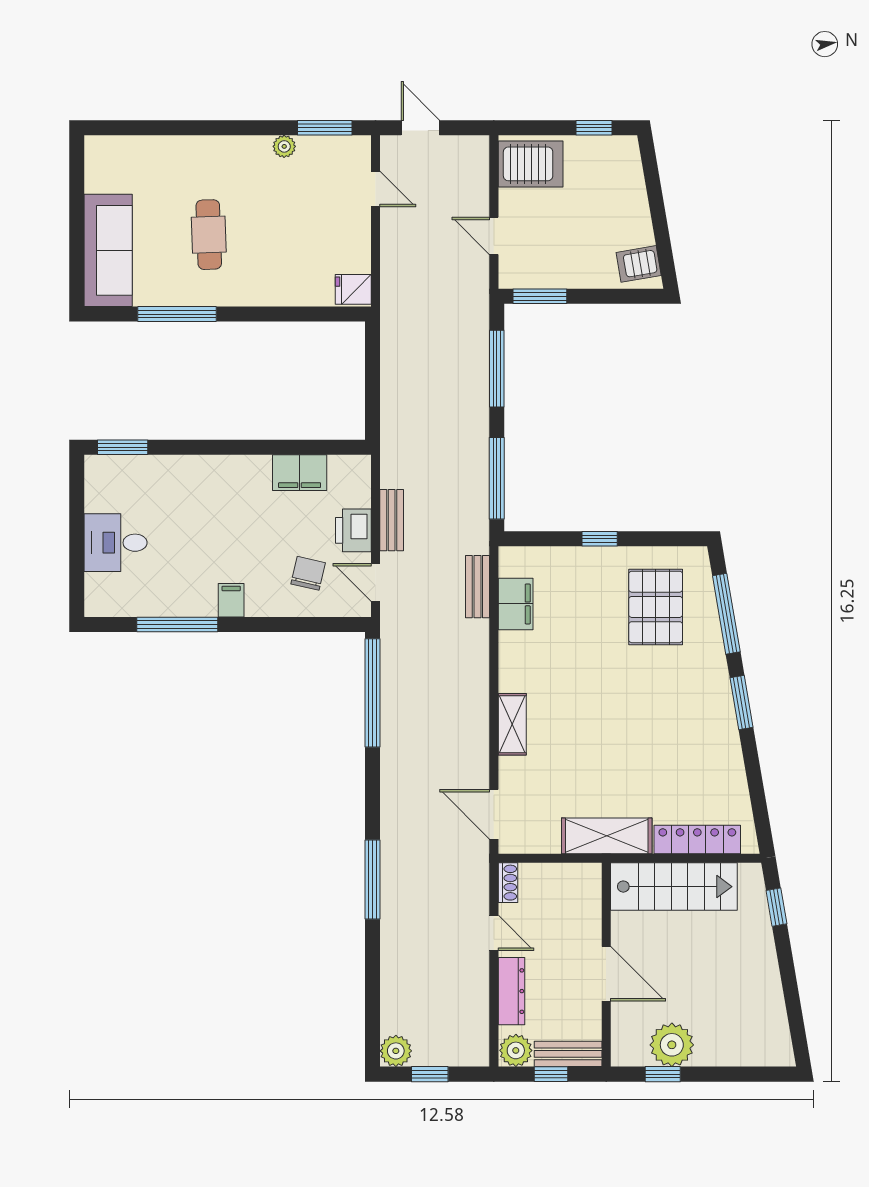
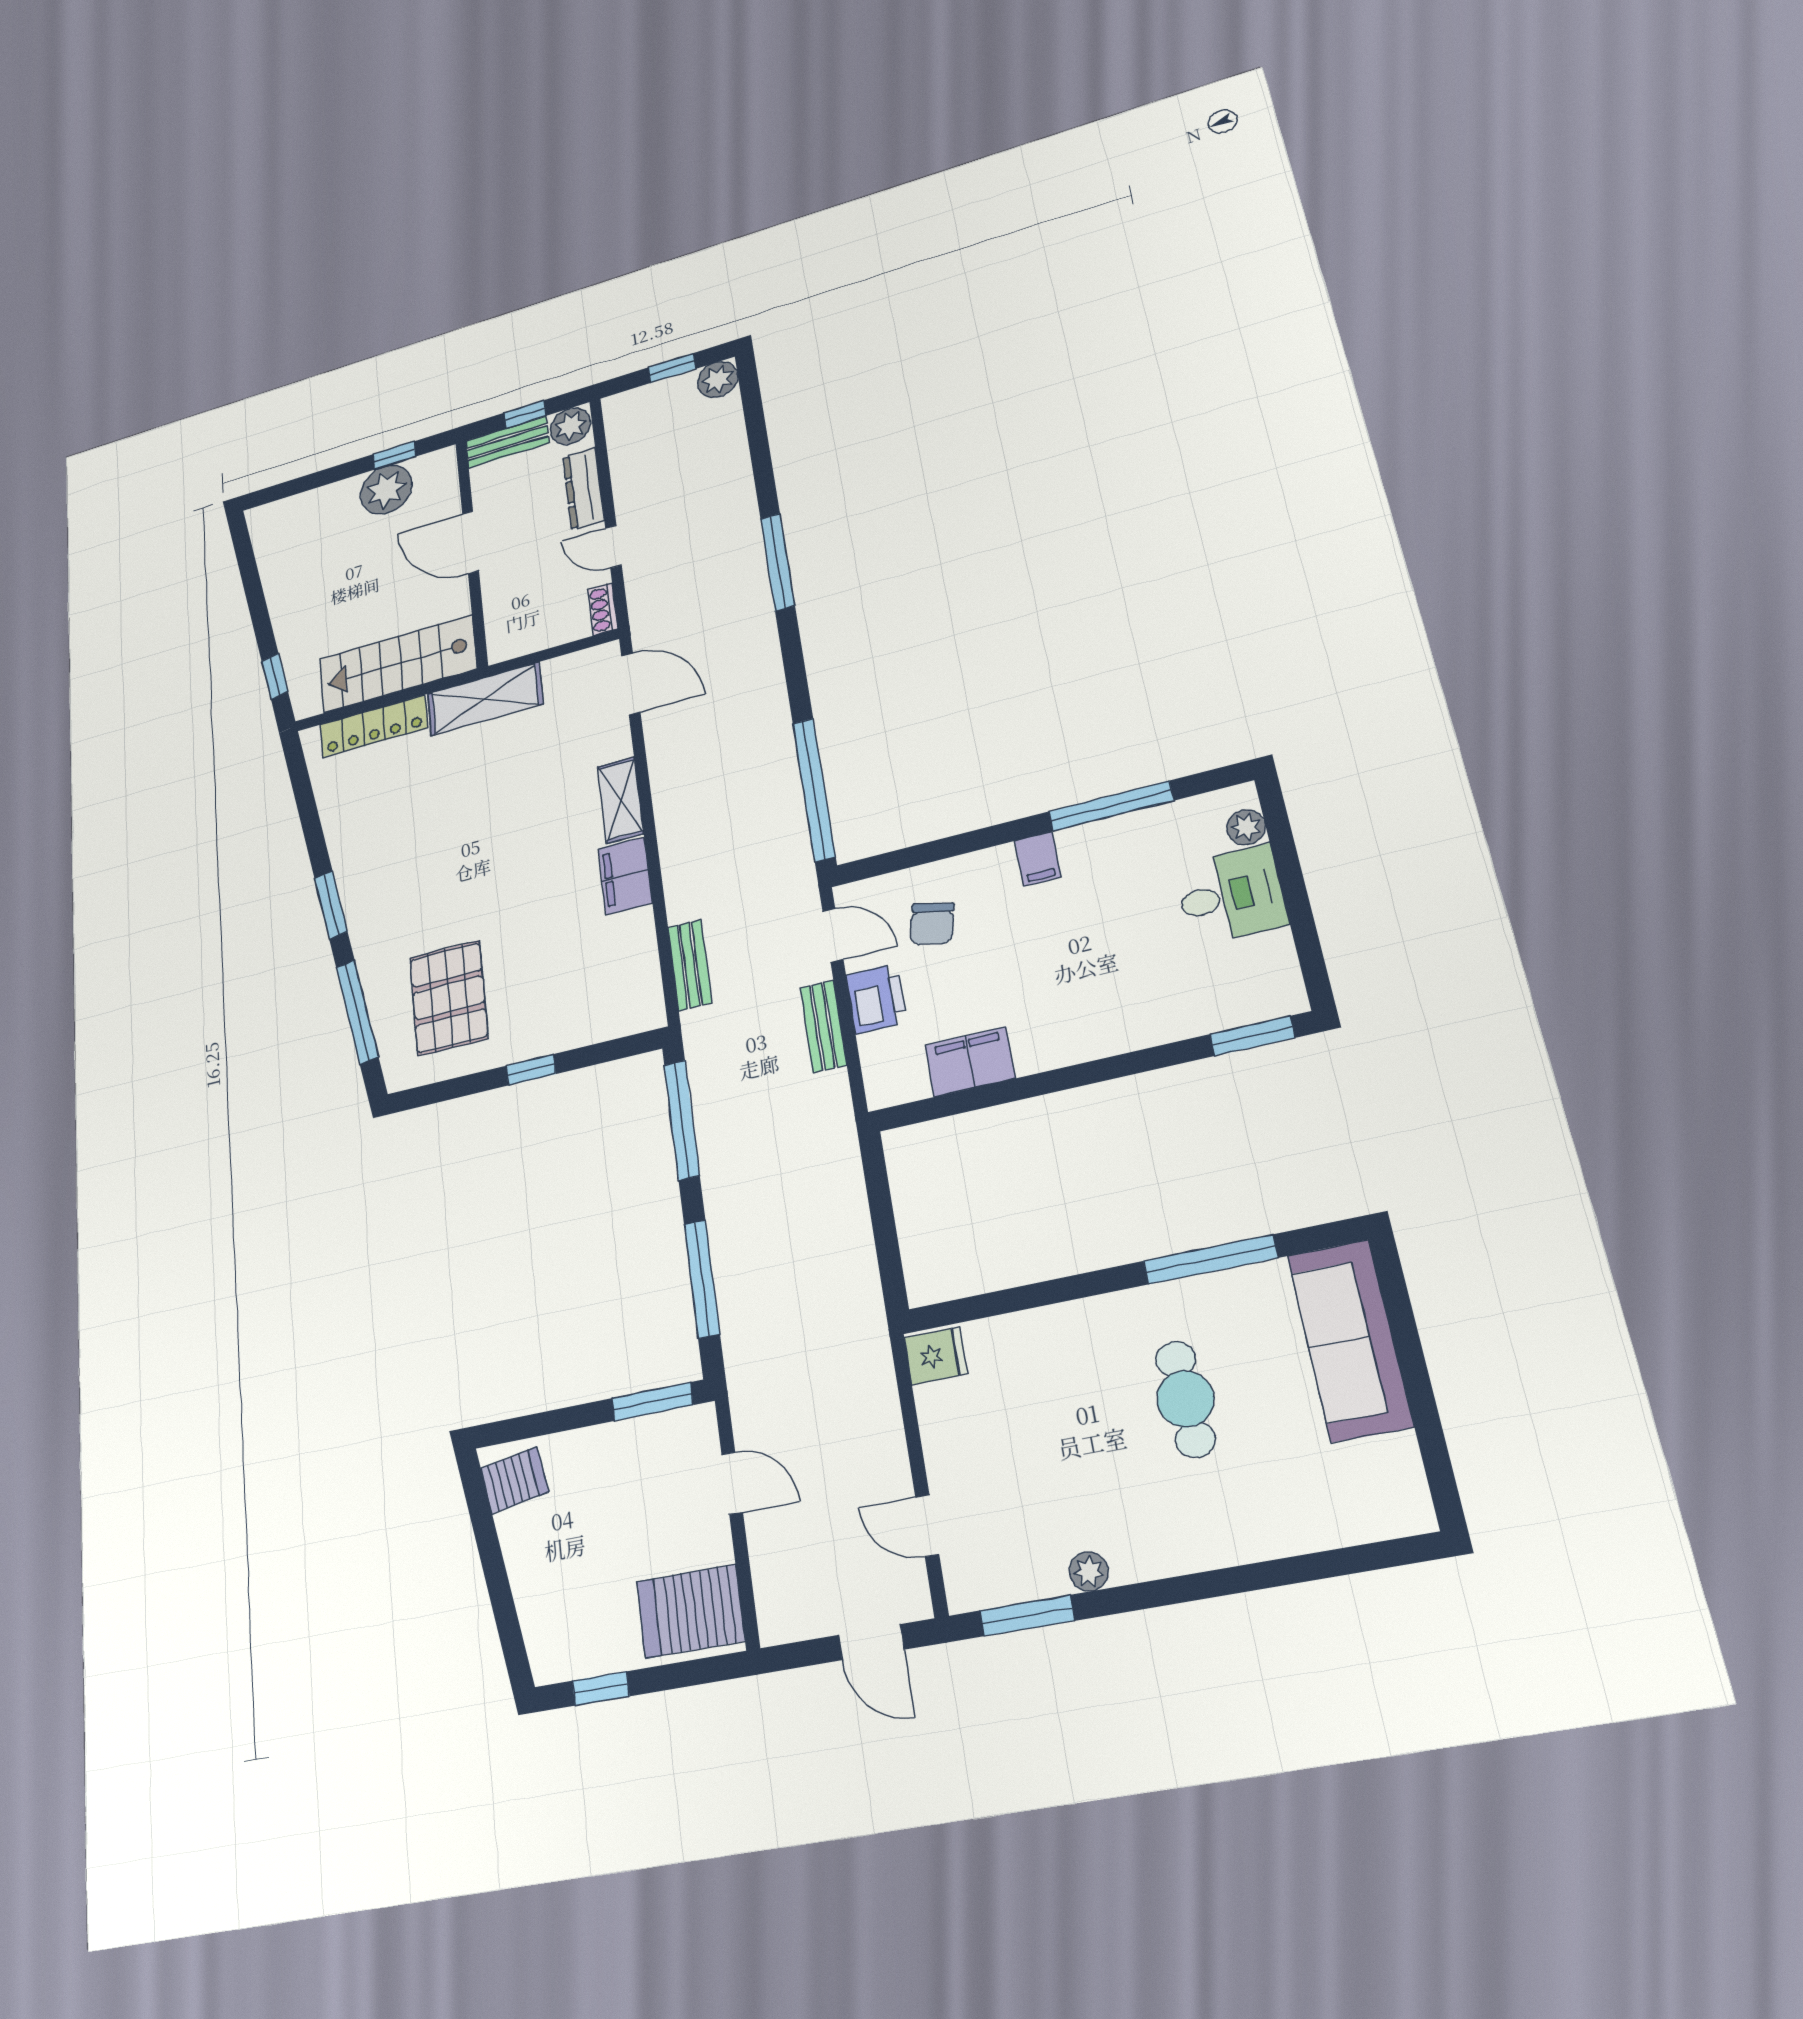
plant: (96, 586) -> (1246, 827), added
filing cabinet: (516, 604) -> (625, 876), moved

